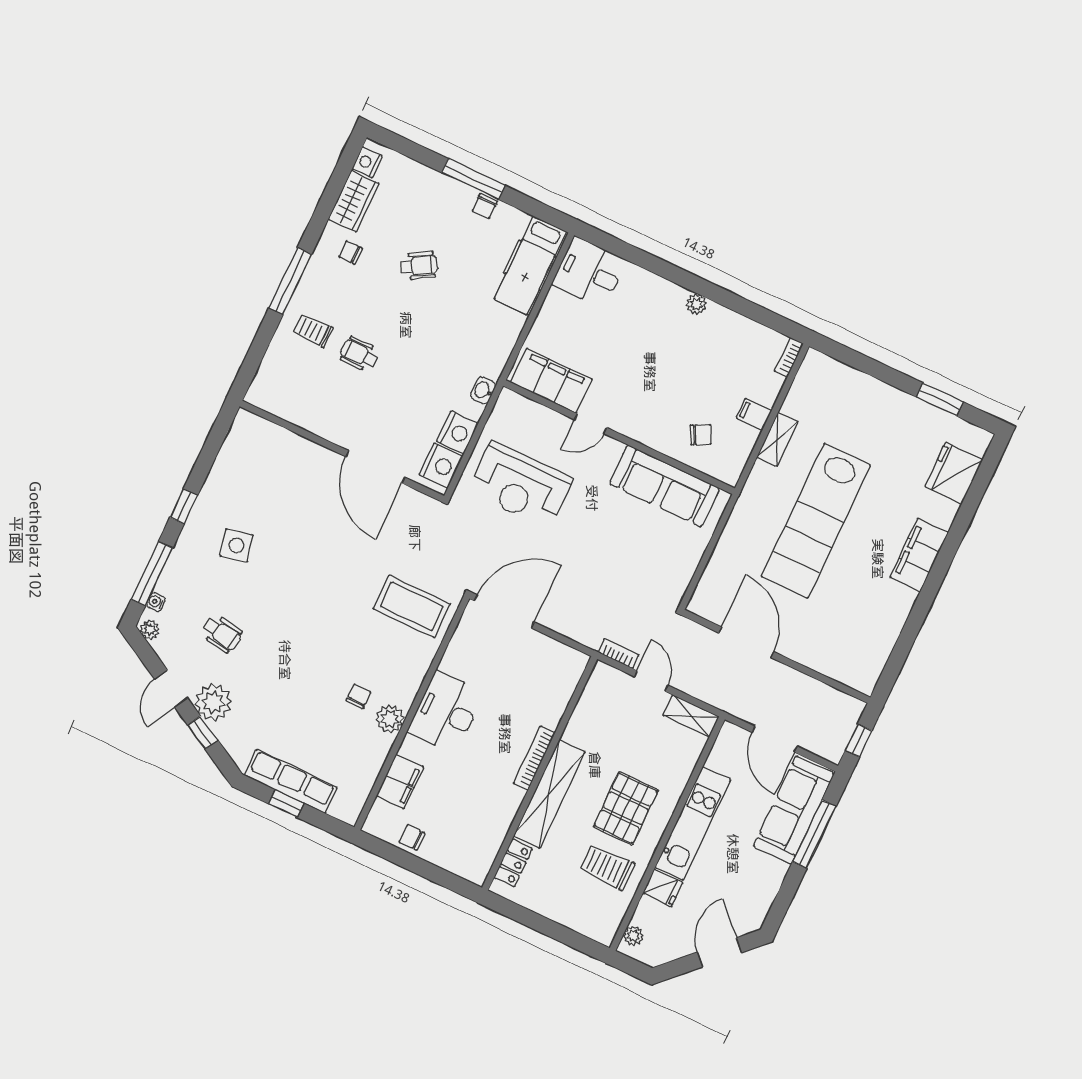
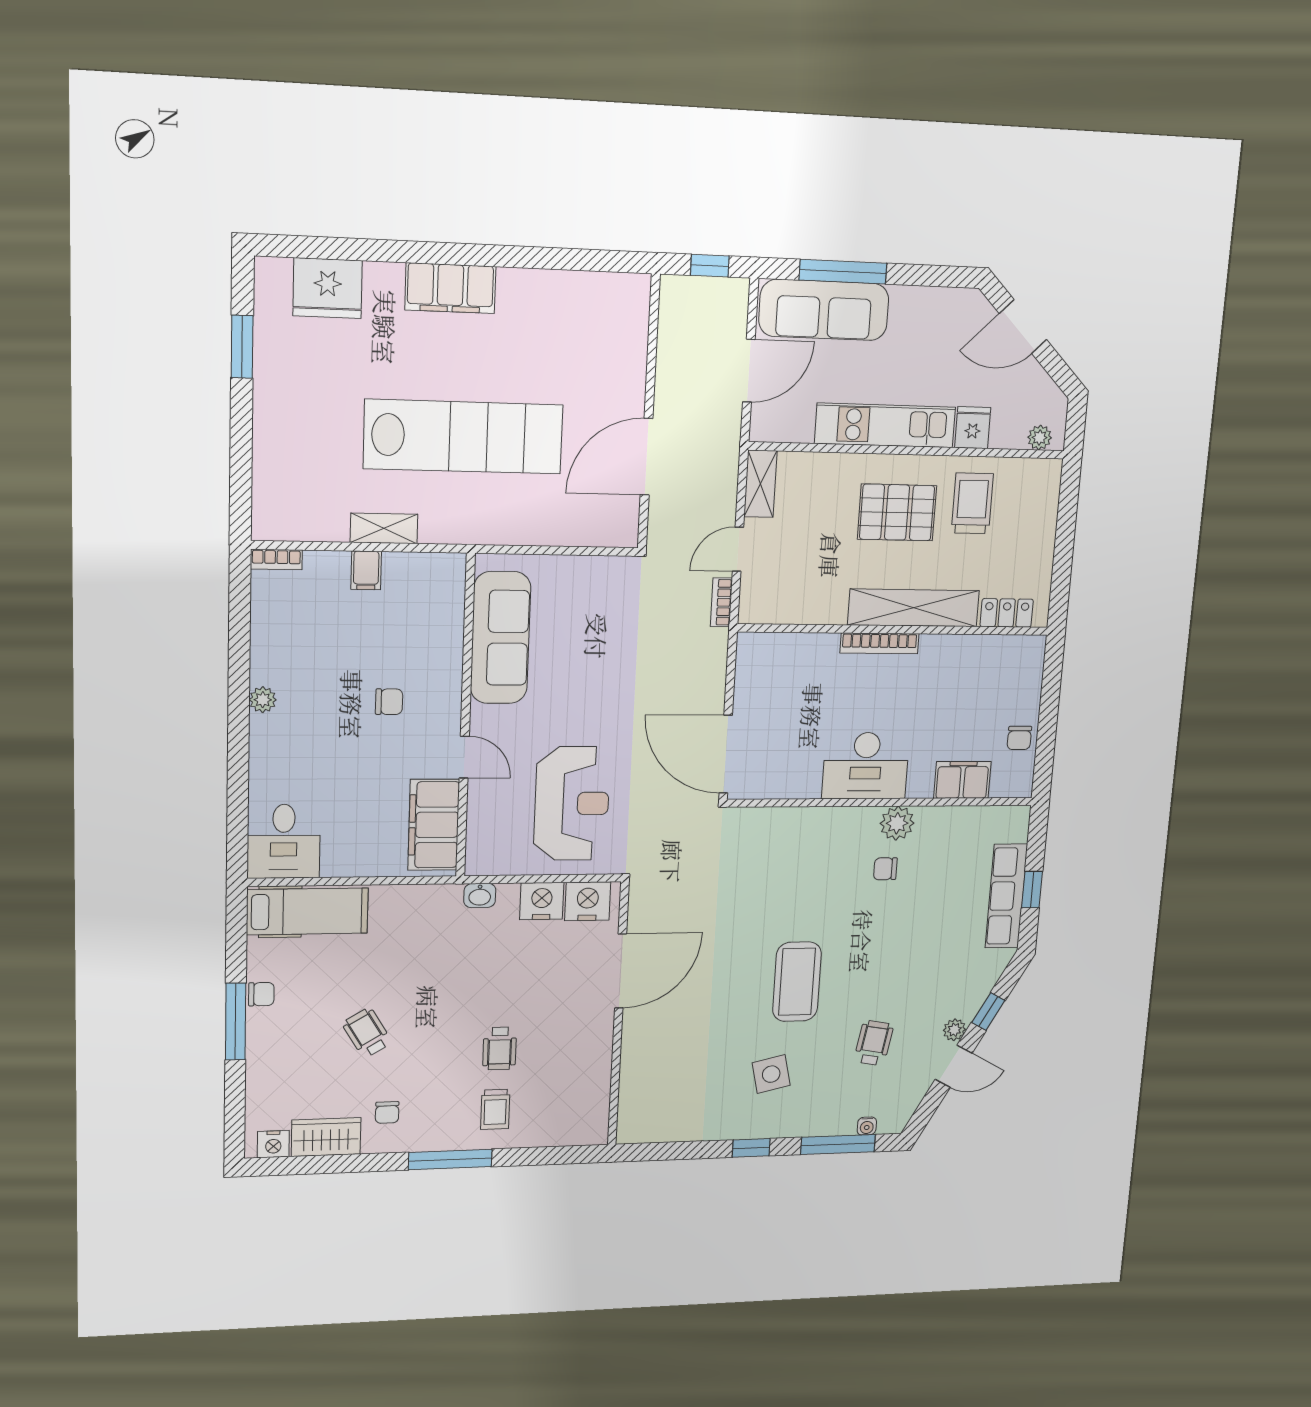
chair: (701, 435) -> (389, 702), moved, turned 117
coffee table: (412, 606) -> (797, 982), moved
plant: (150, 630) -> (899, 1118), removed
plant: (213, 702) -> (954, 1030), width x0.53, depth x0.53
trolley: (607, 867) -> (972, 503), turned 180

